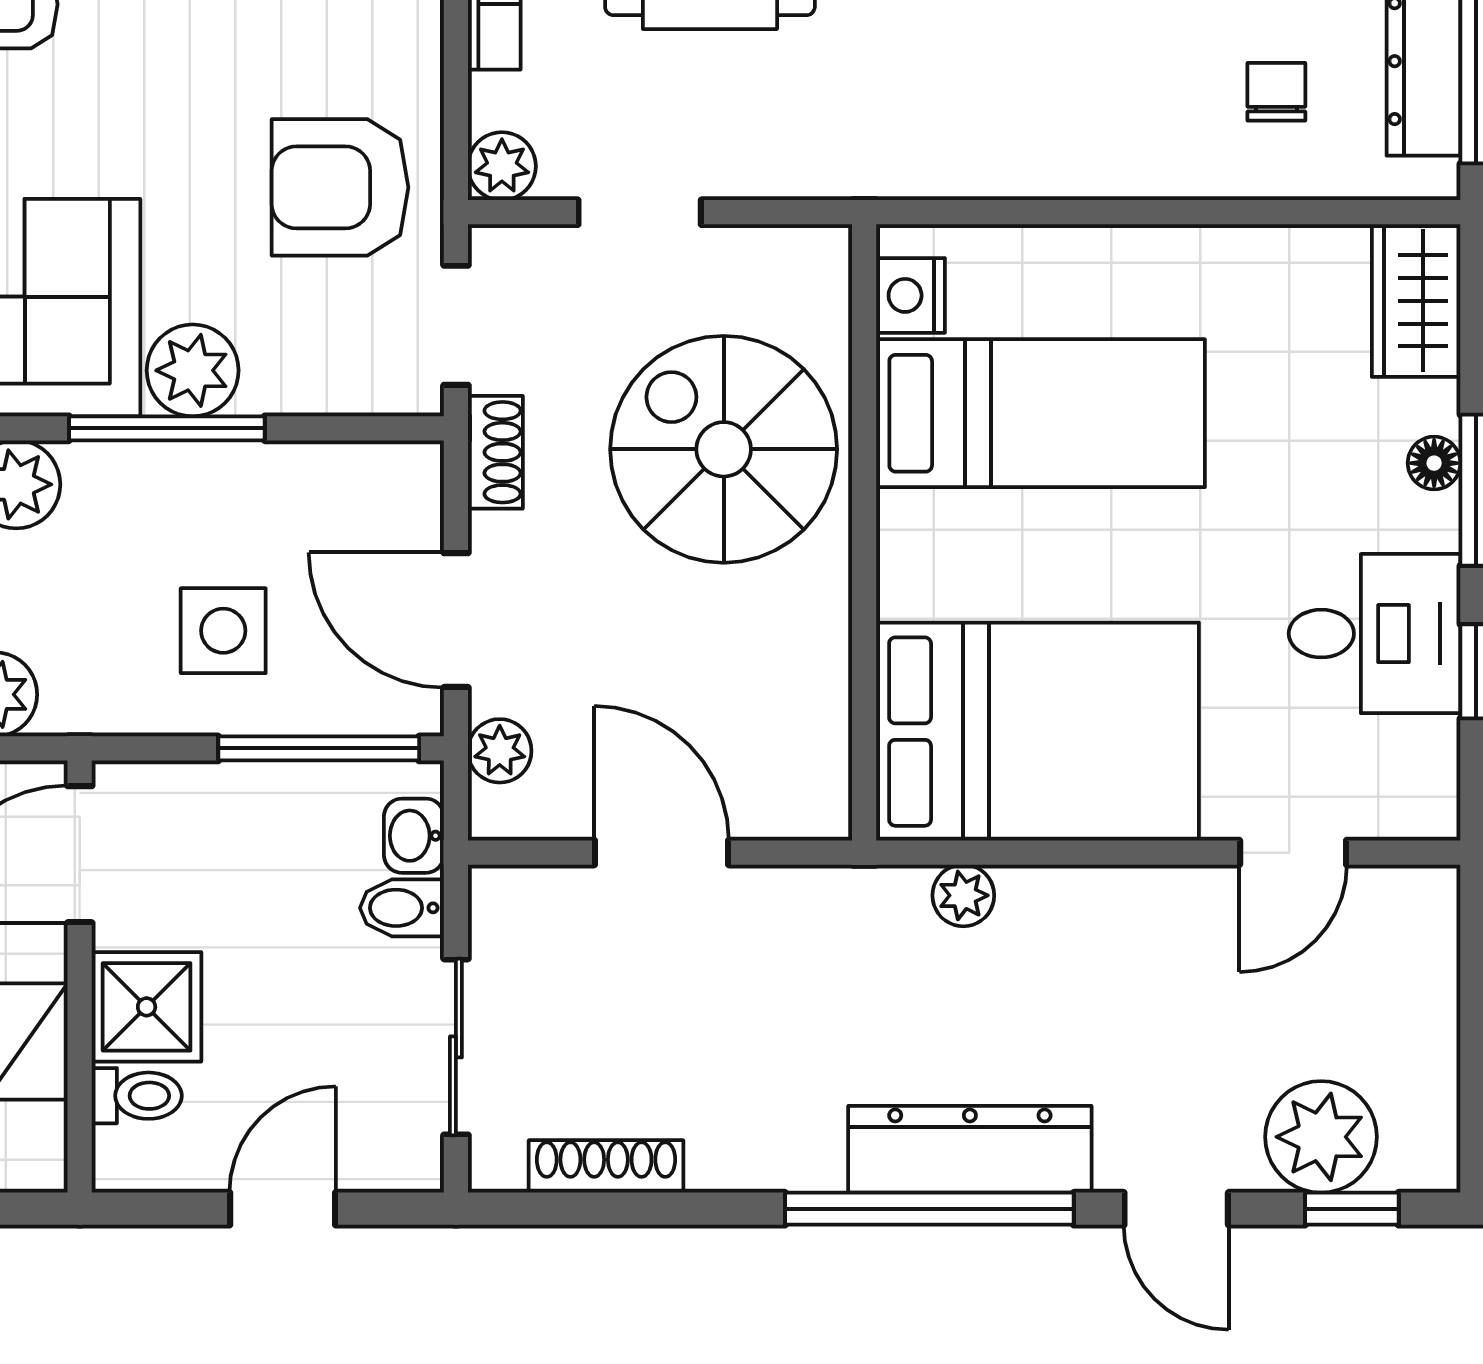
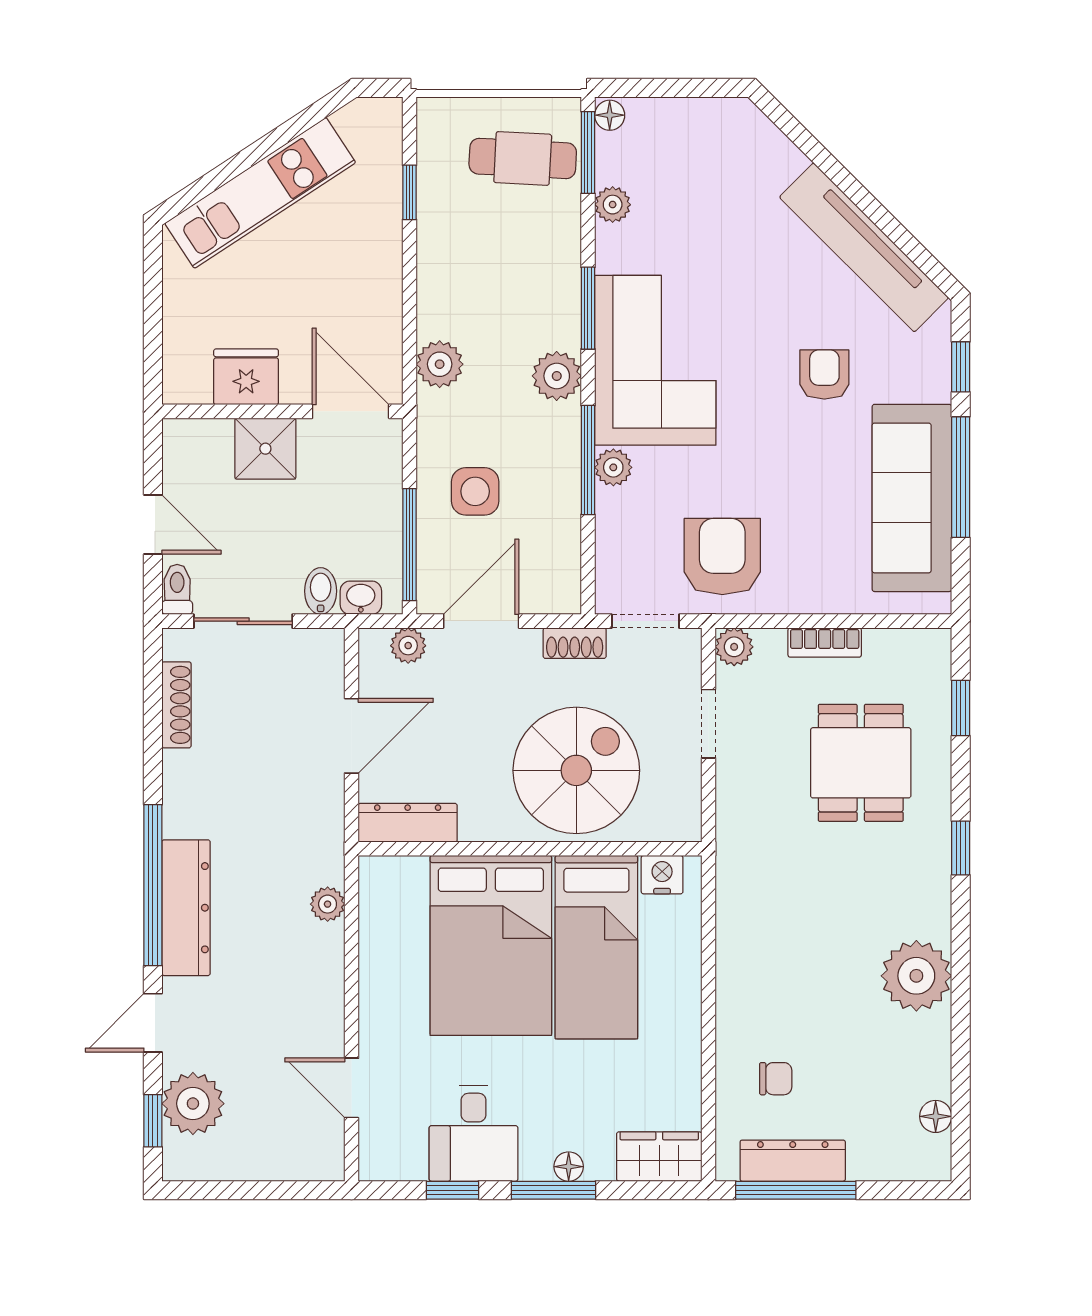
plant: (193, 370) -> (613, 467), width x0.73, depth x0.73
bed: (1038, 732) -> (491, 945), moved
dresser: (817, 752) -> (408, 823), added
toilet: (137, 1096) -> (177, 589), moved, turned 180

